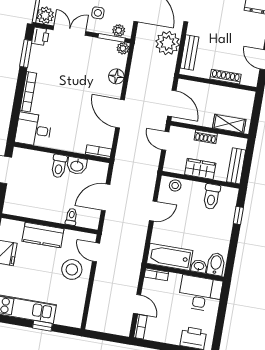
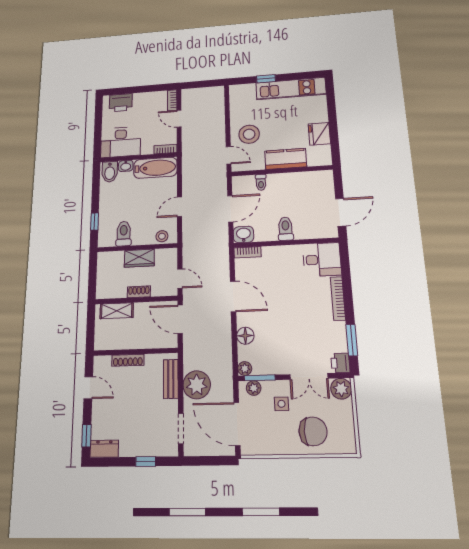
washbasin: (77, 166) -> (243, 235), moved
bench: (236, 166) -> (103, 269), removed

